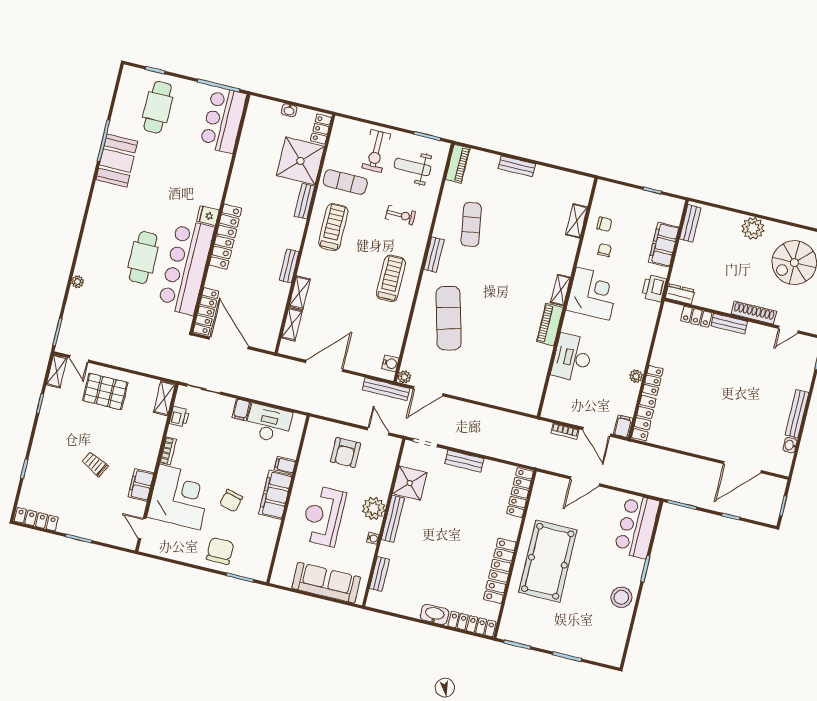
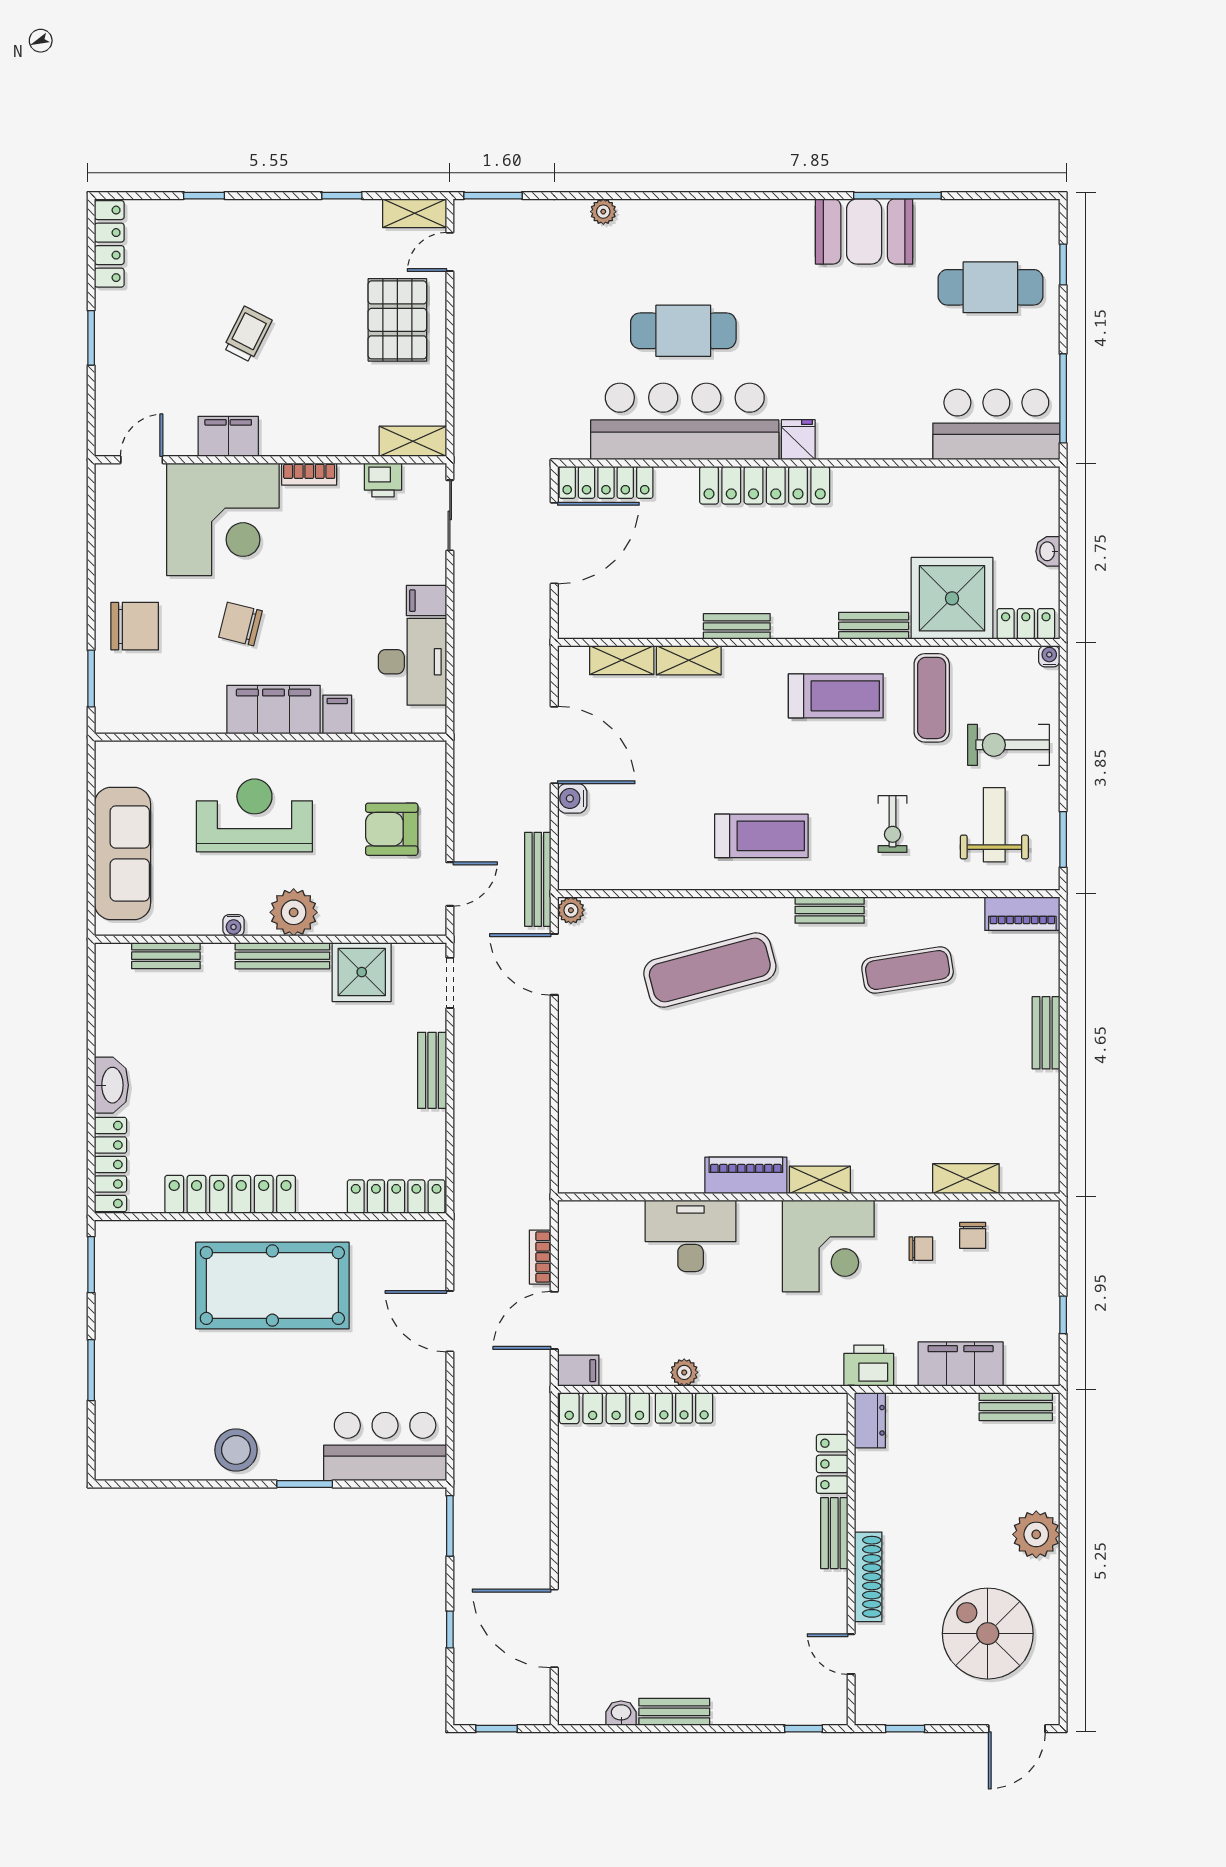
water cooler: (339, 122) -> (1049, 656), added
water cooler: (390, 363) -> (572, 798), moved, turned 90
bench: (797, 414) -> (674, 1712), width x0.73

